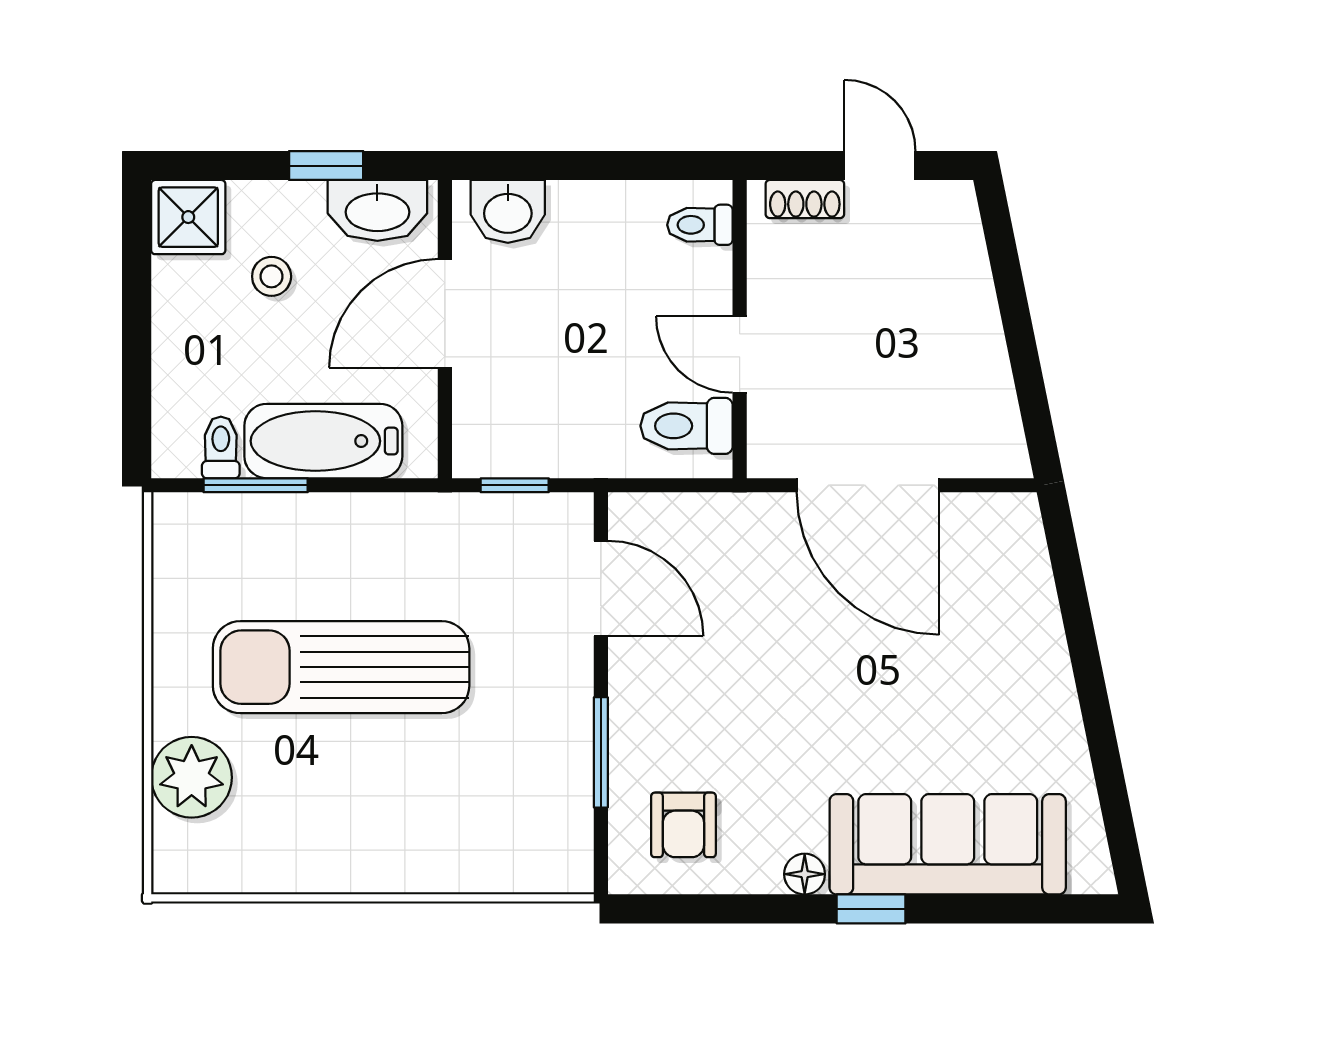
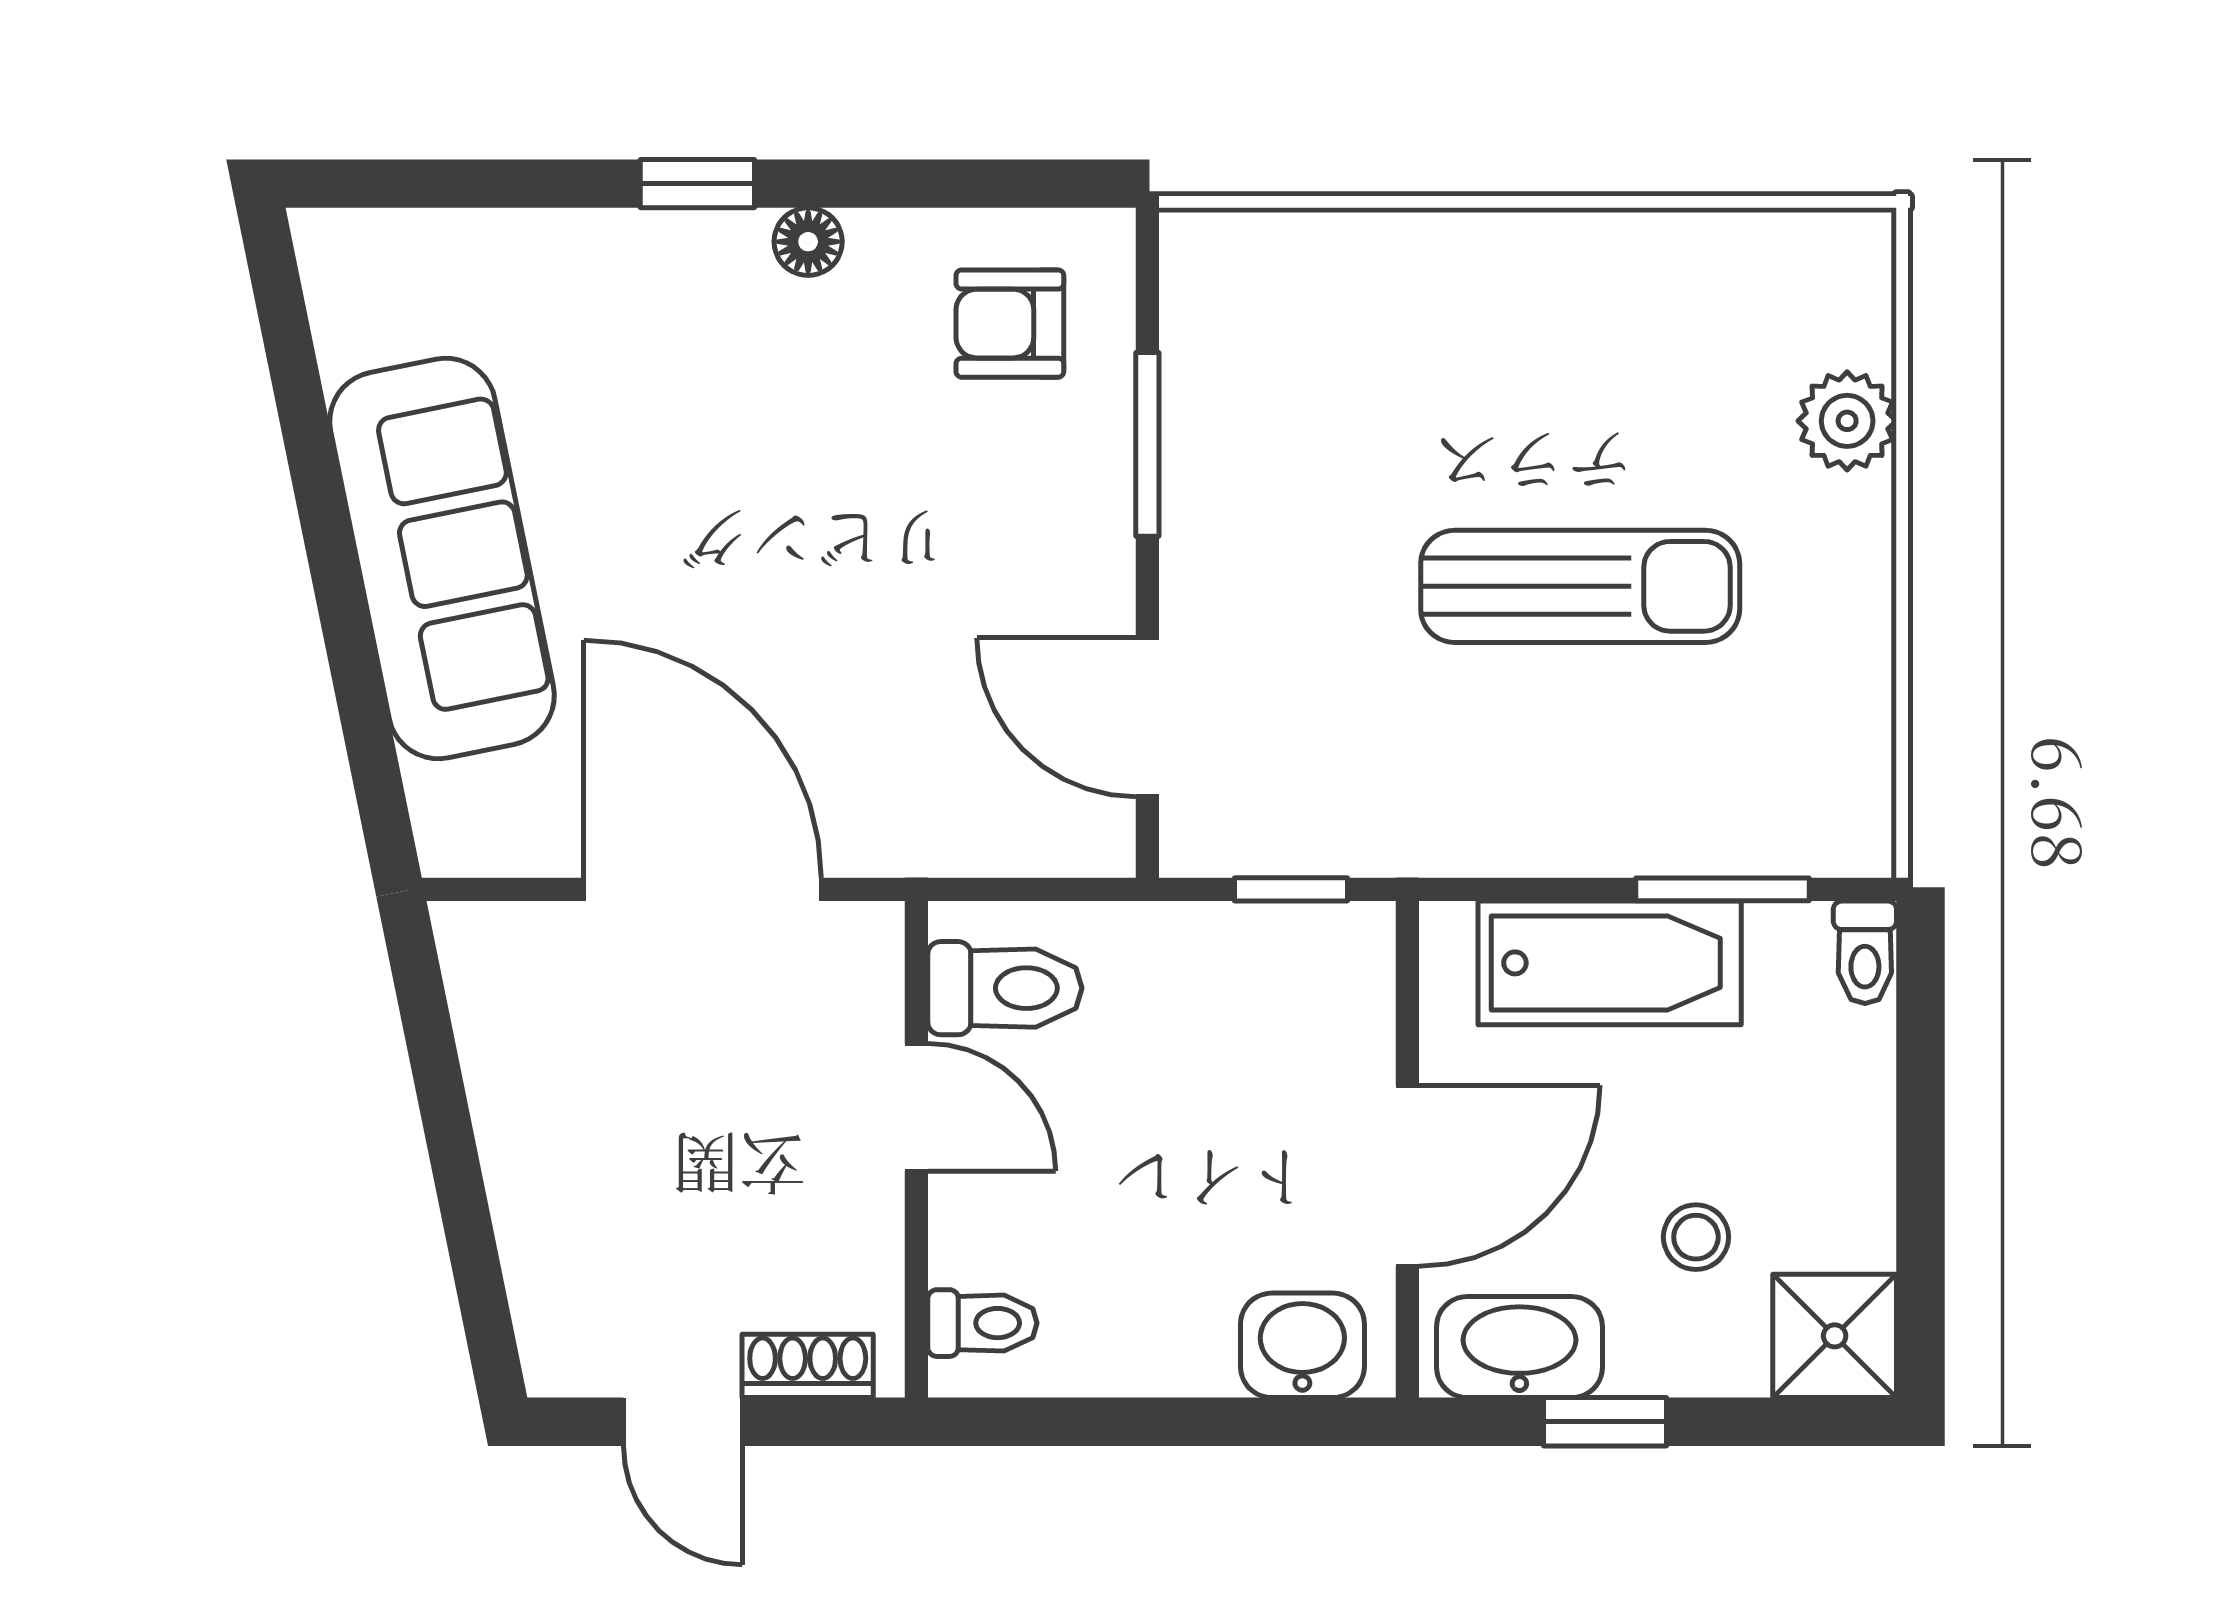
toilet: (221, 447) -> (1865, 952), moved
sun lounger: (341, 667) -> (1580, 586), width x0.73, depth x0.75
plant: (192, 777) -> (1847, 421), width x0.73, depth x0.73
armchair: (683, 825) -> (1010, 324), turned -90
sofa: (948, 844) -> (442, 559), moved, turned -101

